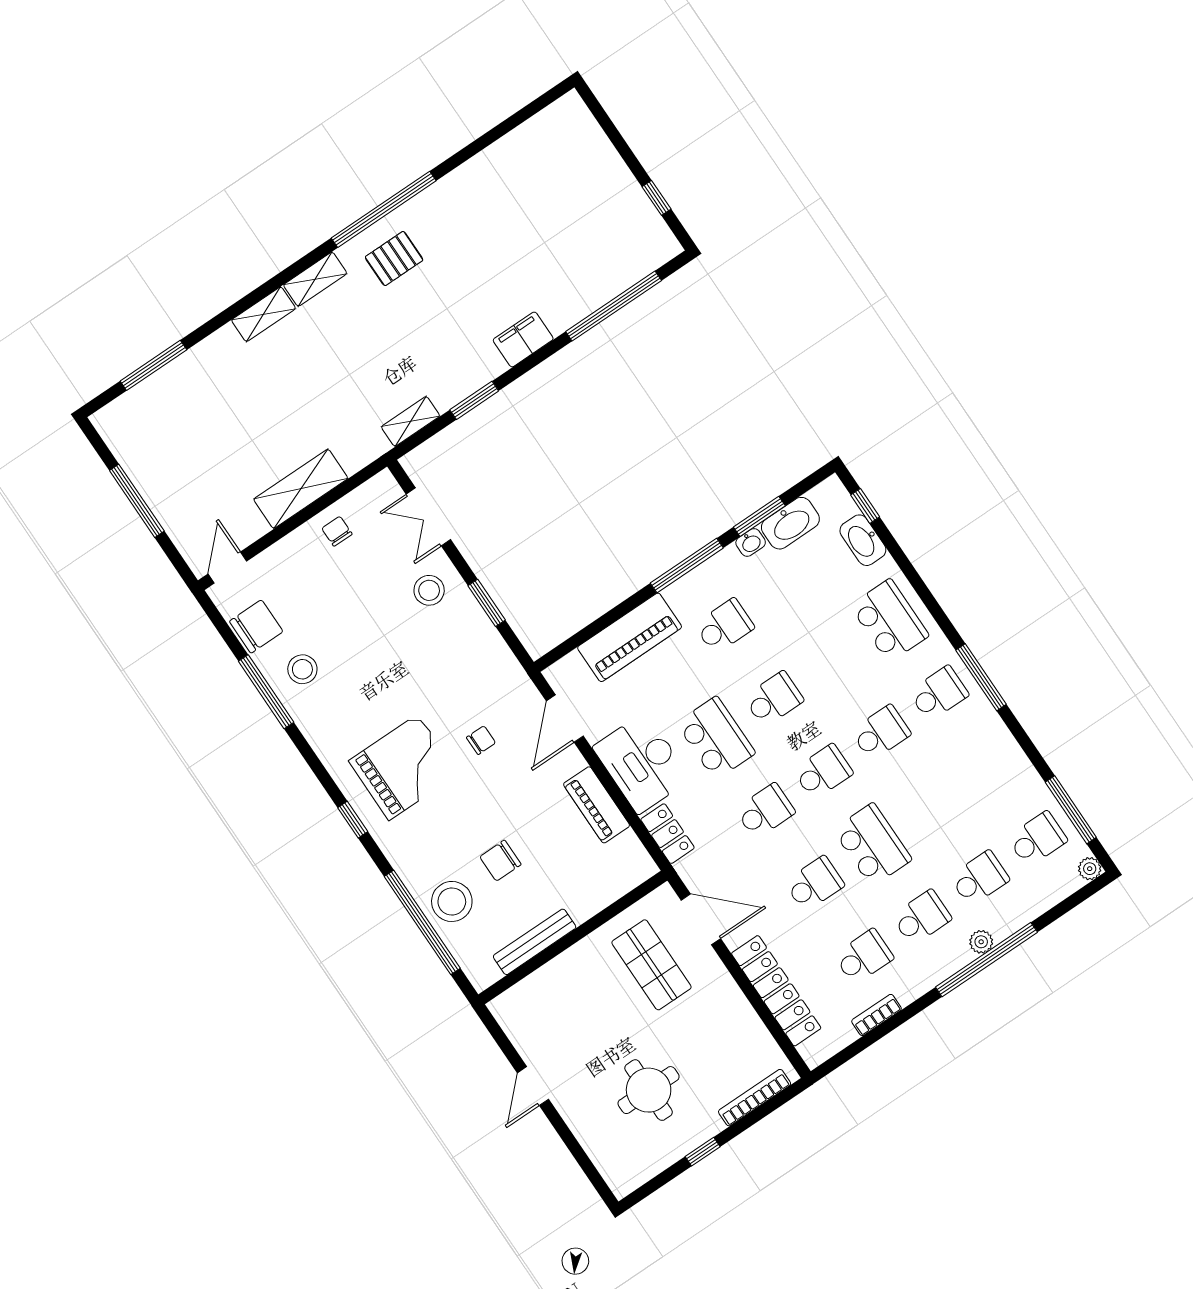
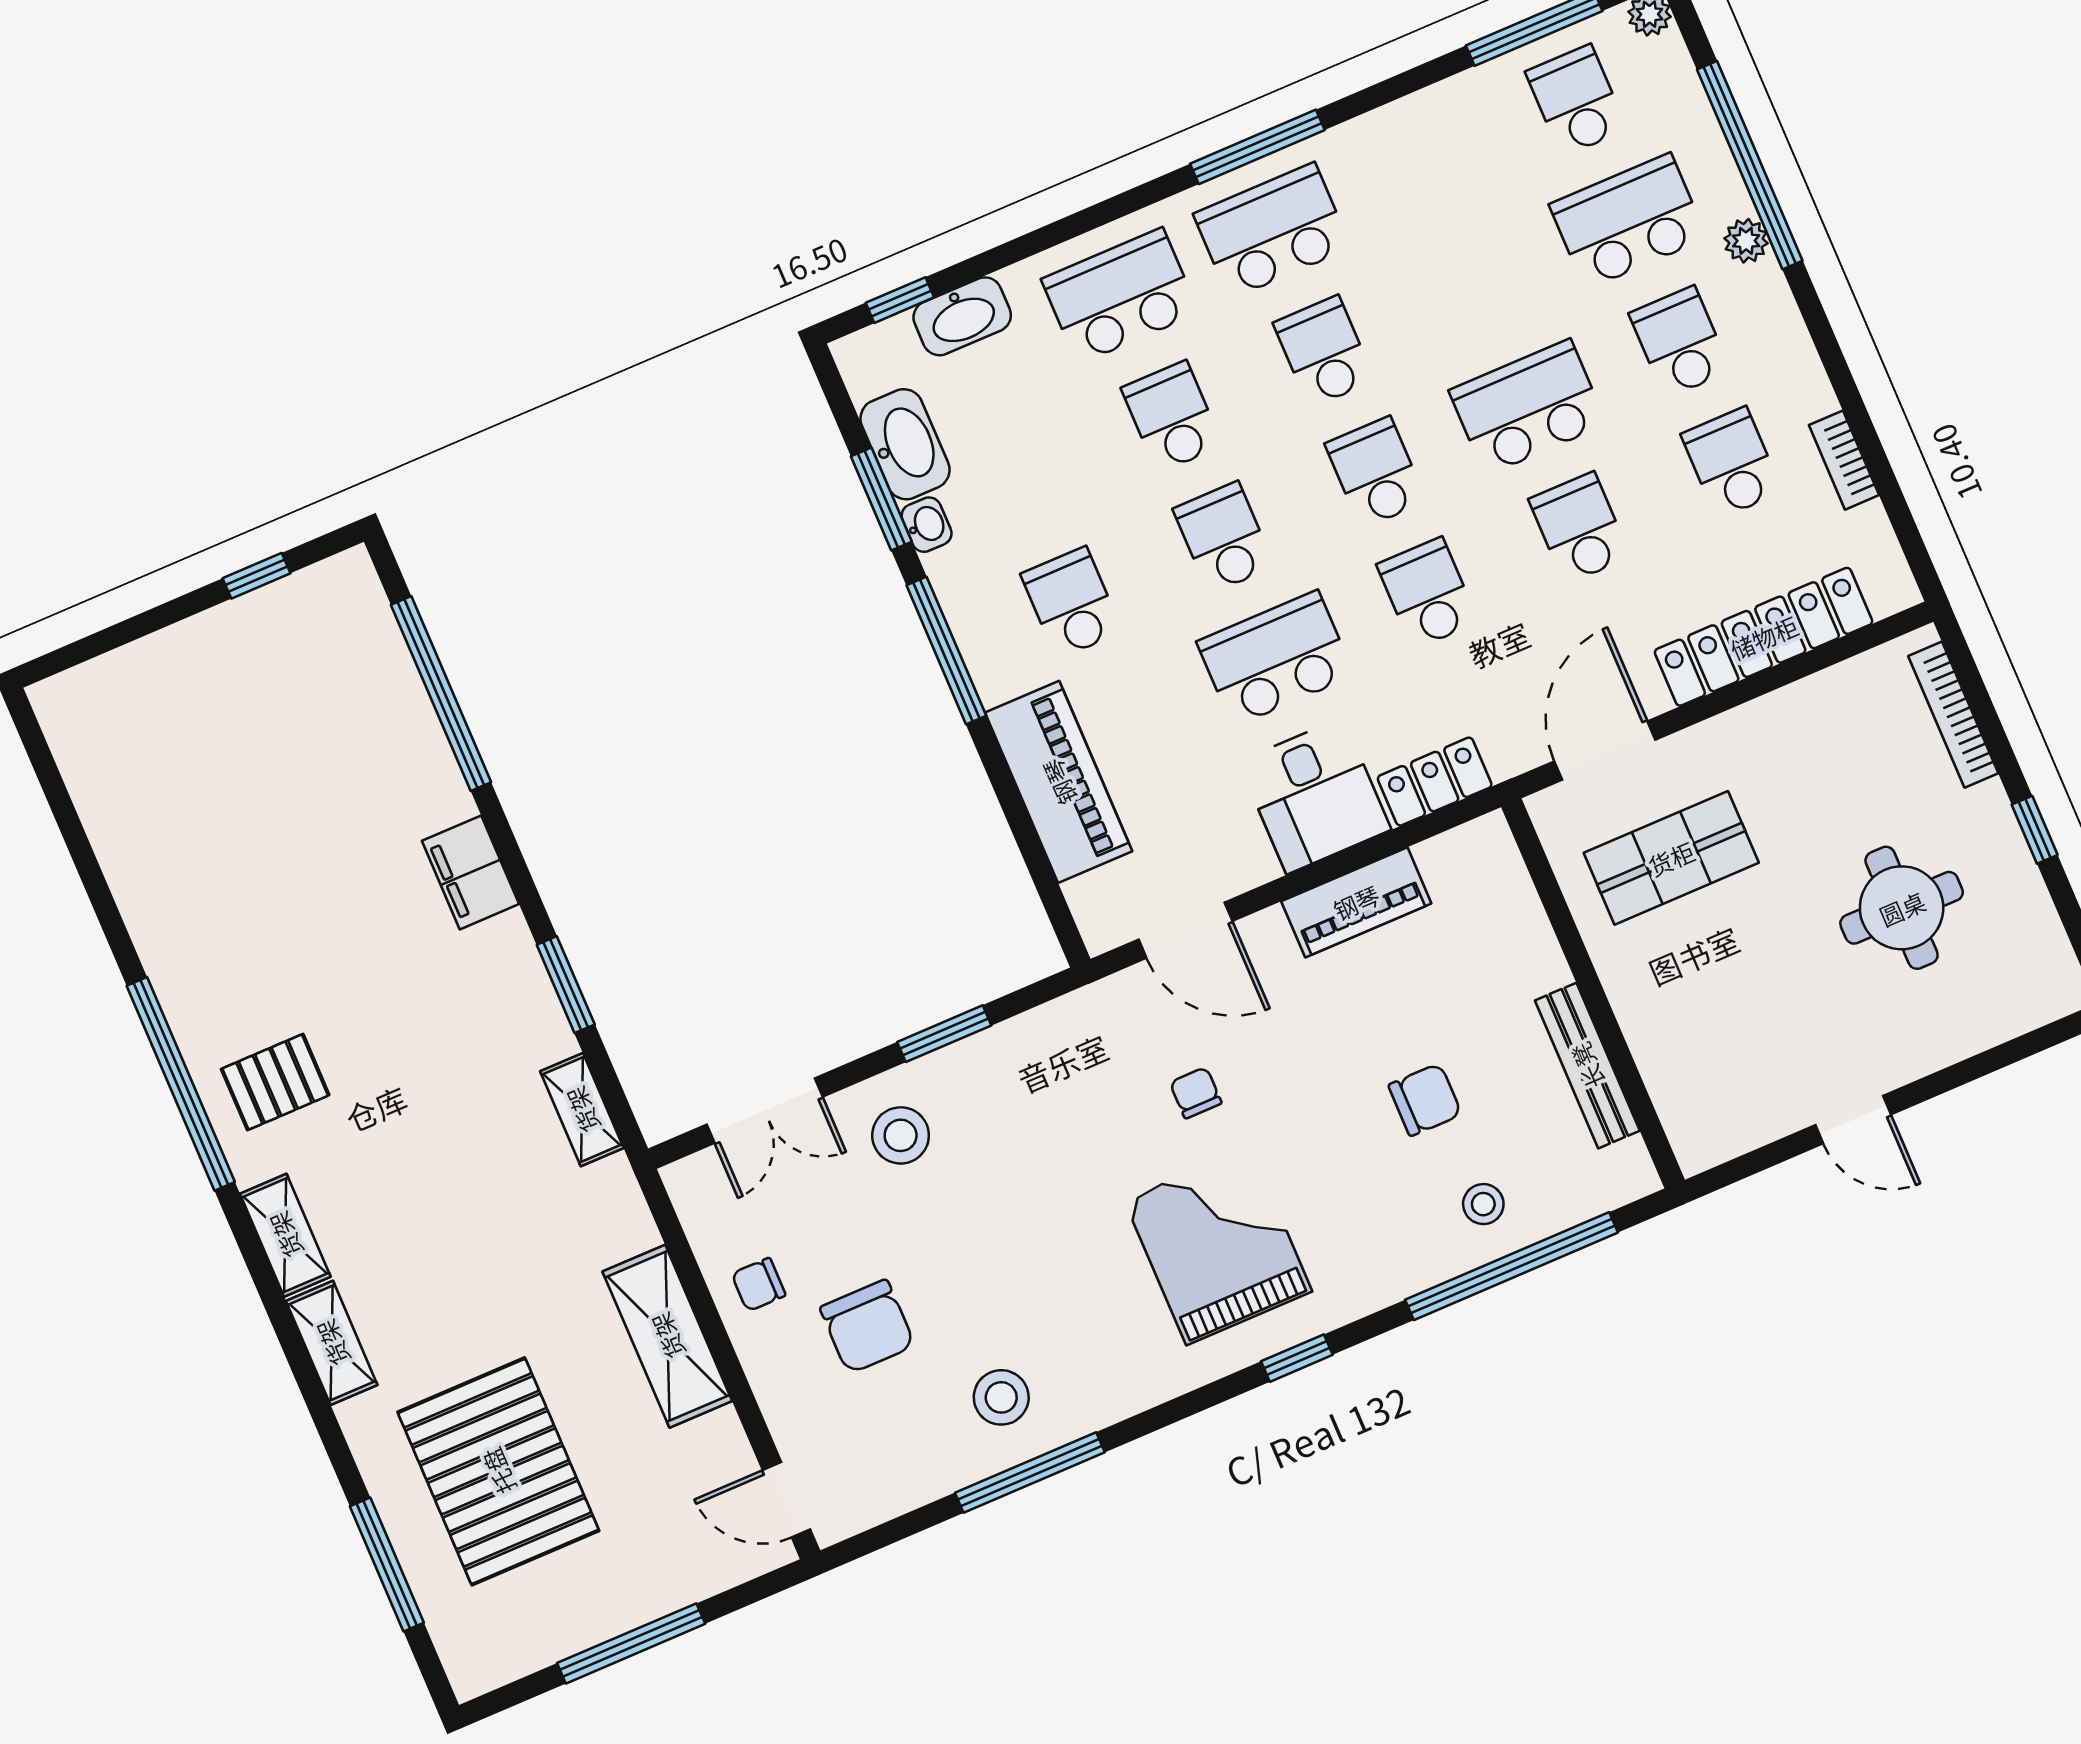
pallet: (394, 259) -> (275, 1082), turned 90
pallet: (213, 414) -> (498, 1471), added
chair: (256, 626) -> (867, 1327), moved, turned 180
school desk: (832, 660) -> (1172, 417), added
school desk: (939, 693) -> (1272, 231), width x1.85
desk: (642, 763) -> (1315, 796), width x0.73
chair: (500, 861) -> (1425, 1100), turned -90
school desk: (979, 878) -> (1628, 221), width x1.85
stool: (452, 901) -> (1483, 1204), width x0.53, depth x0.53
window: (986, 960) -> (1750, 165), moved

